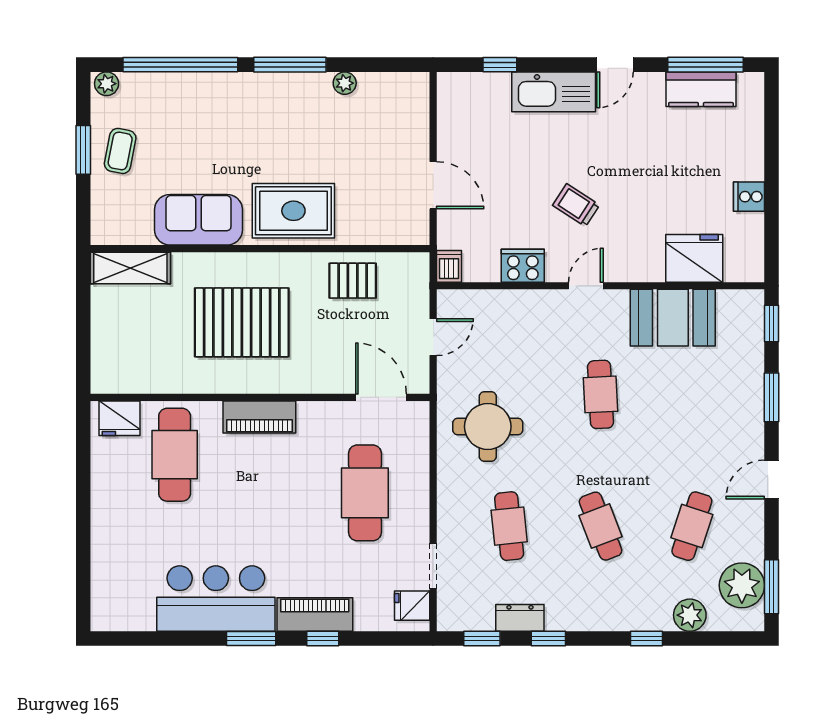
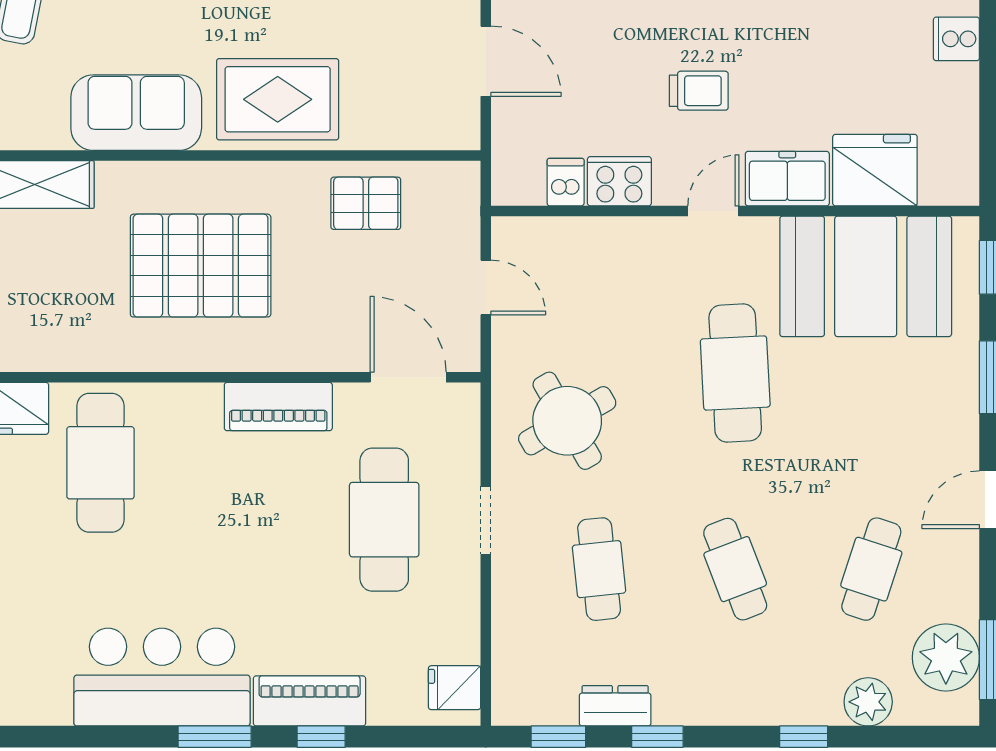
cooker: (749, 197) -> (956, 39), moved
trolley: (576, 205) -> (699, 91), turned 147
freezer: (635, 264) -> (787, 179), added
dishwasher: (449, 266) -> (566, 182), moved
booth: (673, 318) -> (866, 276), width x1.36, depth x1.42
door: (433, 337) -> (486, 288), hinge flipped
cafe table: (601, 394) -> (735, 373), width x1.37, depth x1.35
piano: (259, 417) -> (278, 407), moved
round table: (488, 427) -> (567, 421), turned -30
doorway: (433, 566) -> (486, 520), moved

